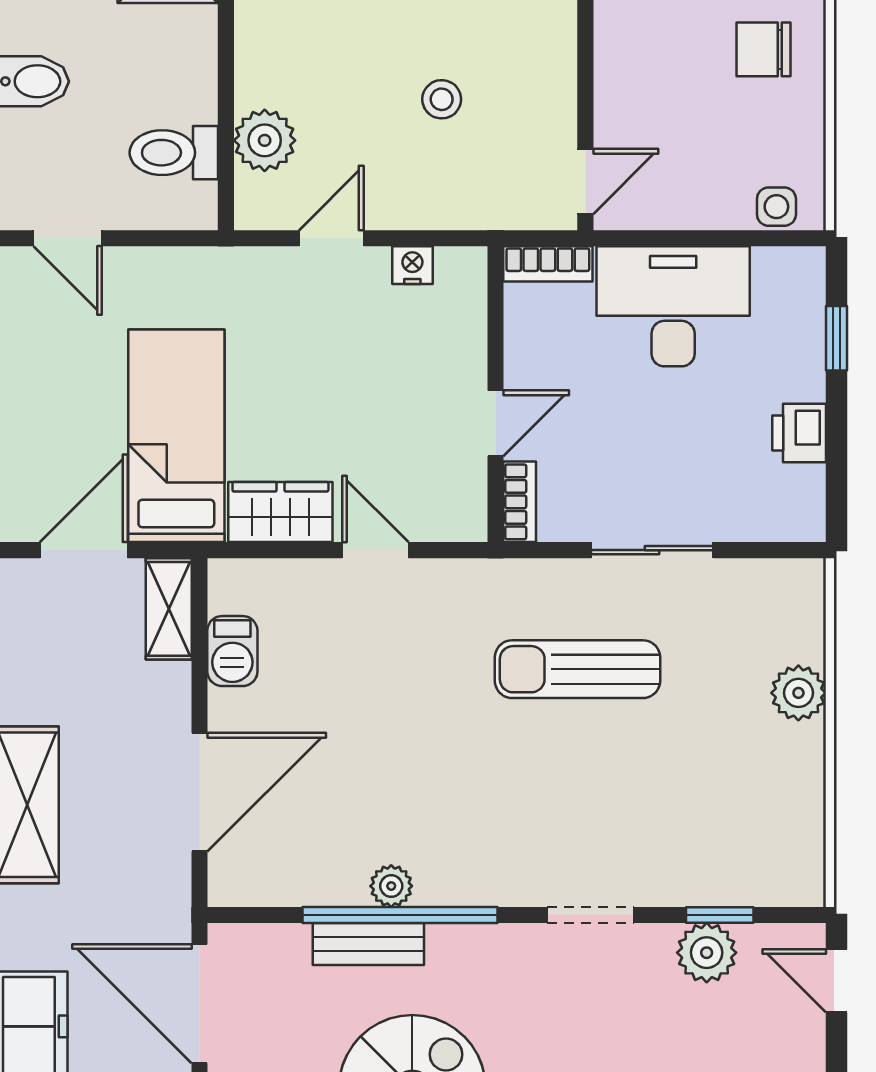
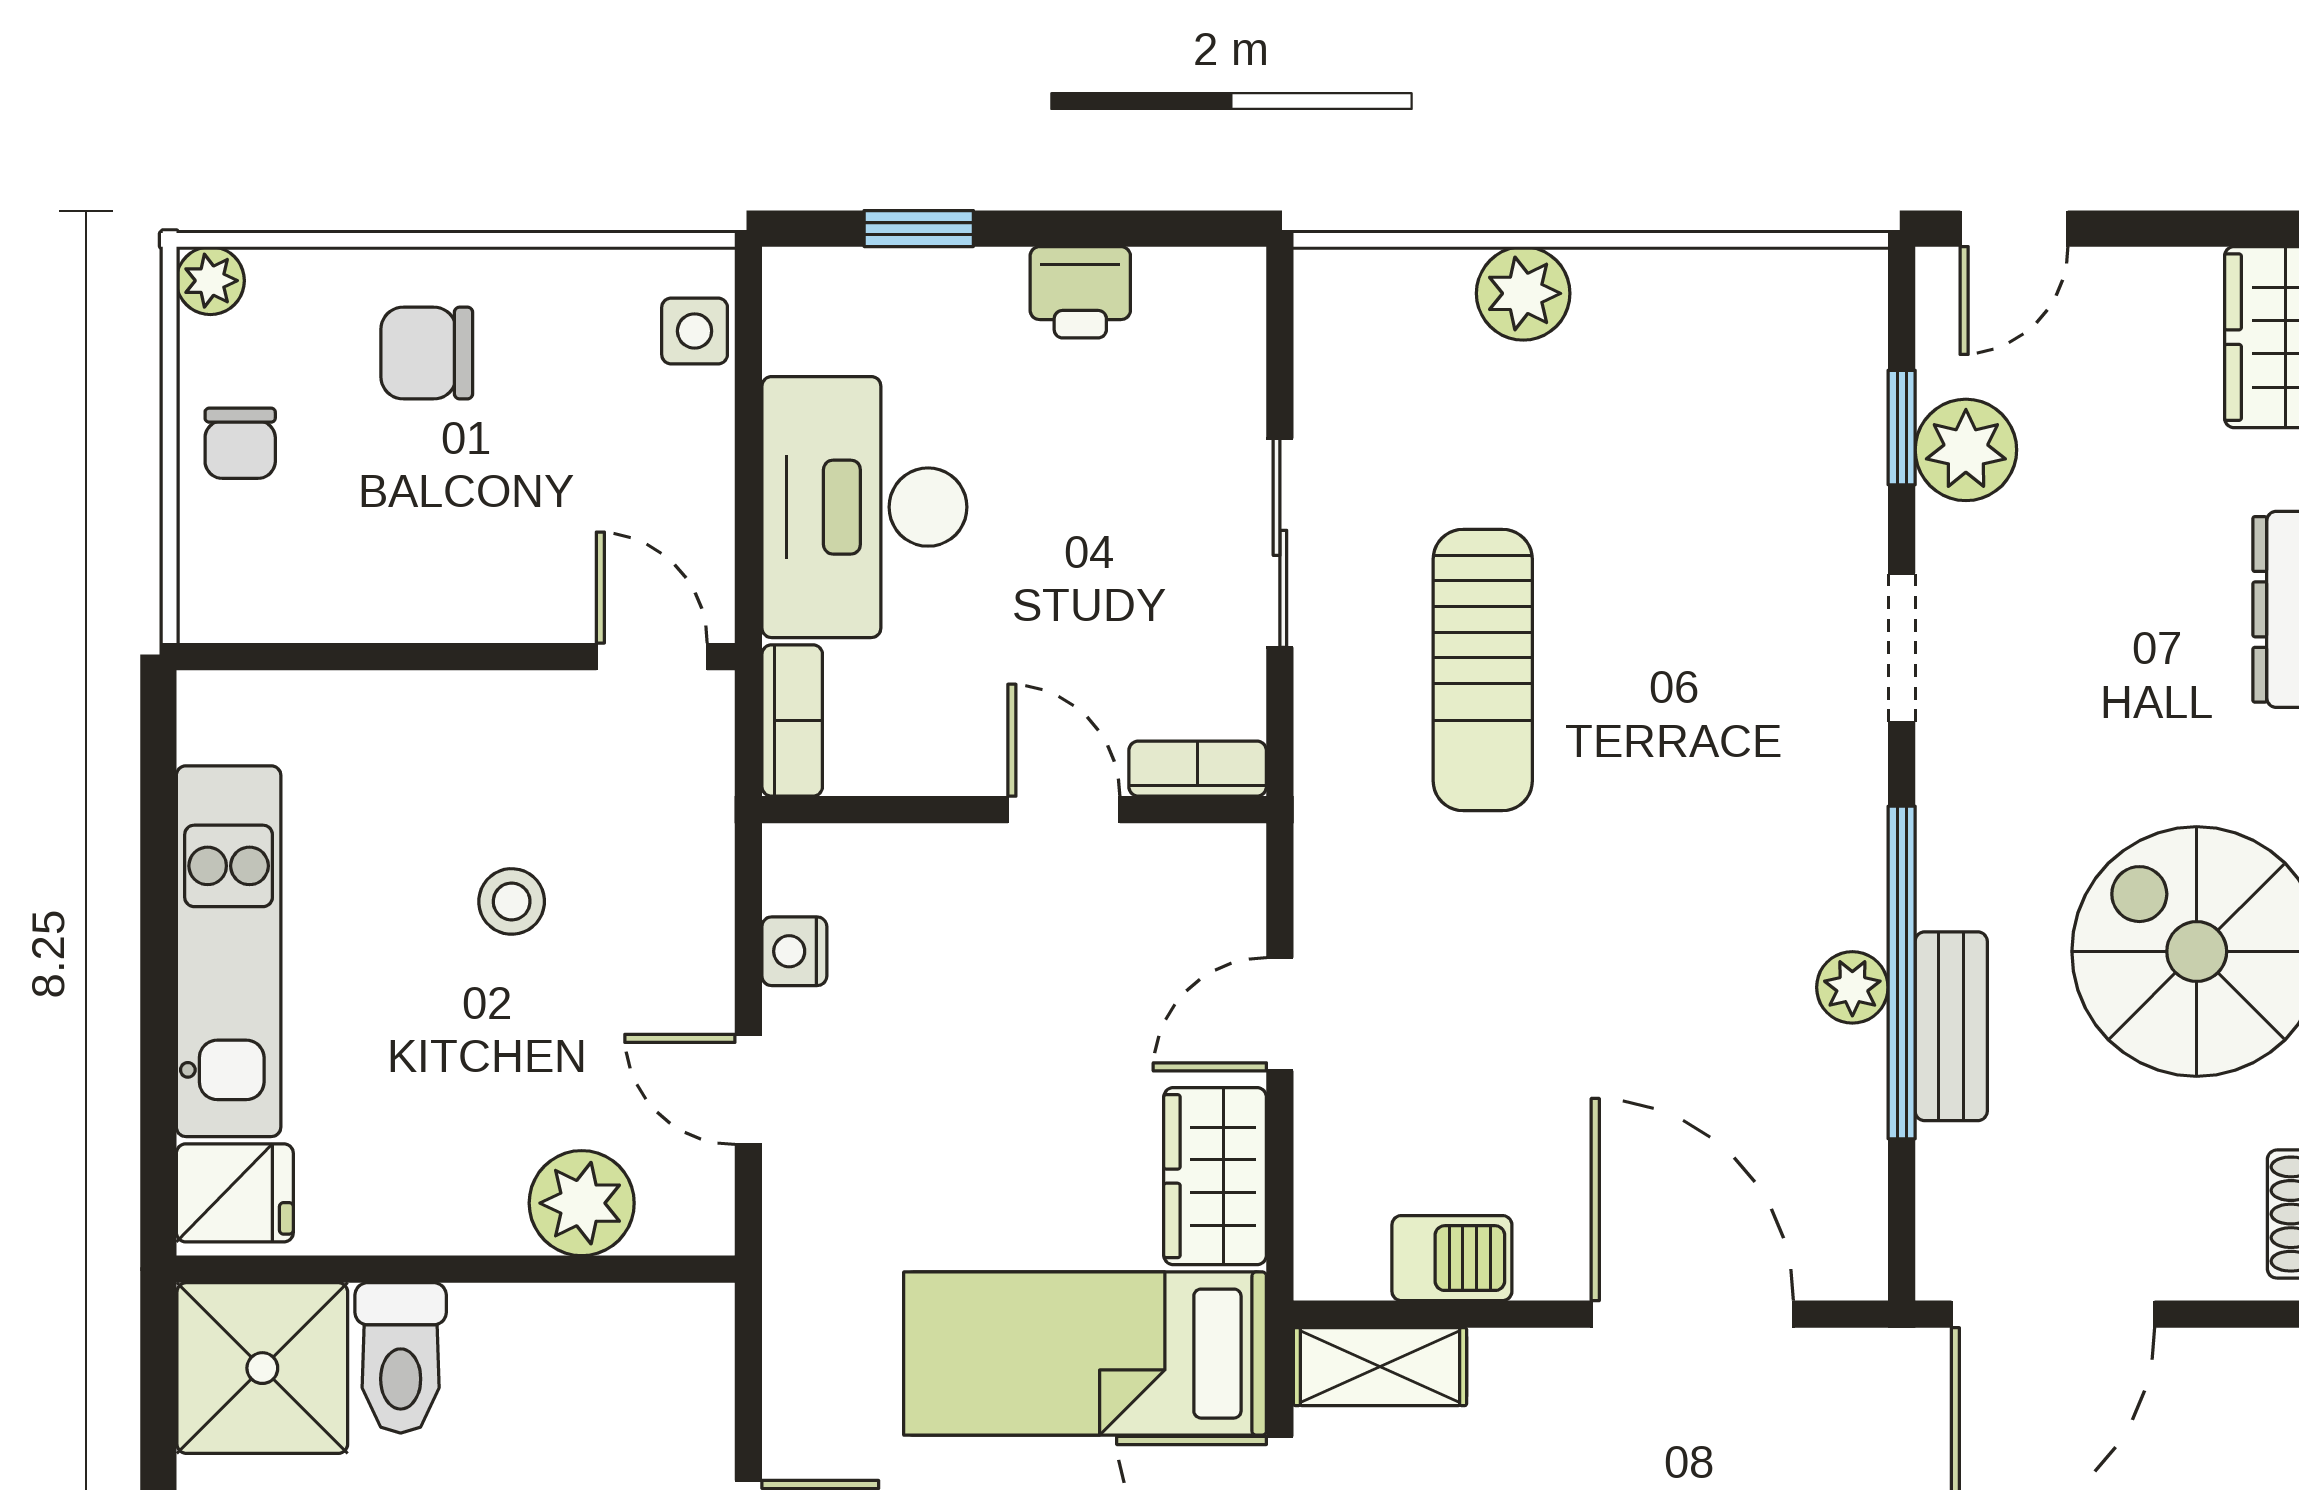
chair: (763, 49) -> (427, 353), turned 90
toilet: (174, 153) -> (401, 1358), moved

